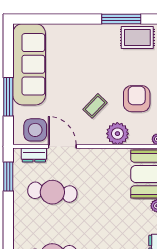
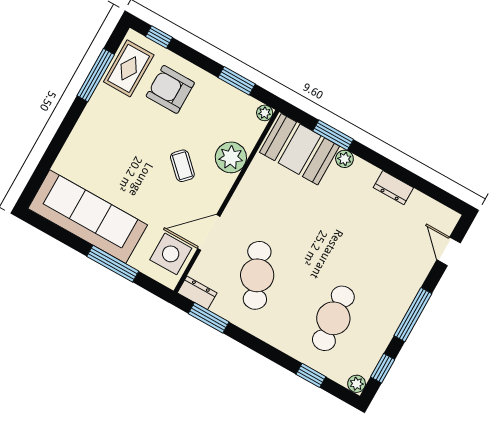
armchair: (137, 99) -> (170, 89), moved
dresser: (34, 155) -> (197, 293), moved, turned -90
cafe table: (52, 192) -> (257, 275), turned -30

